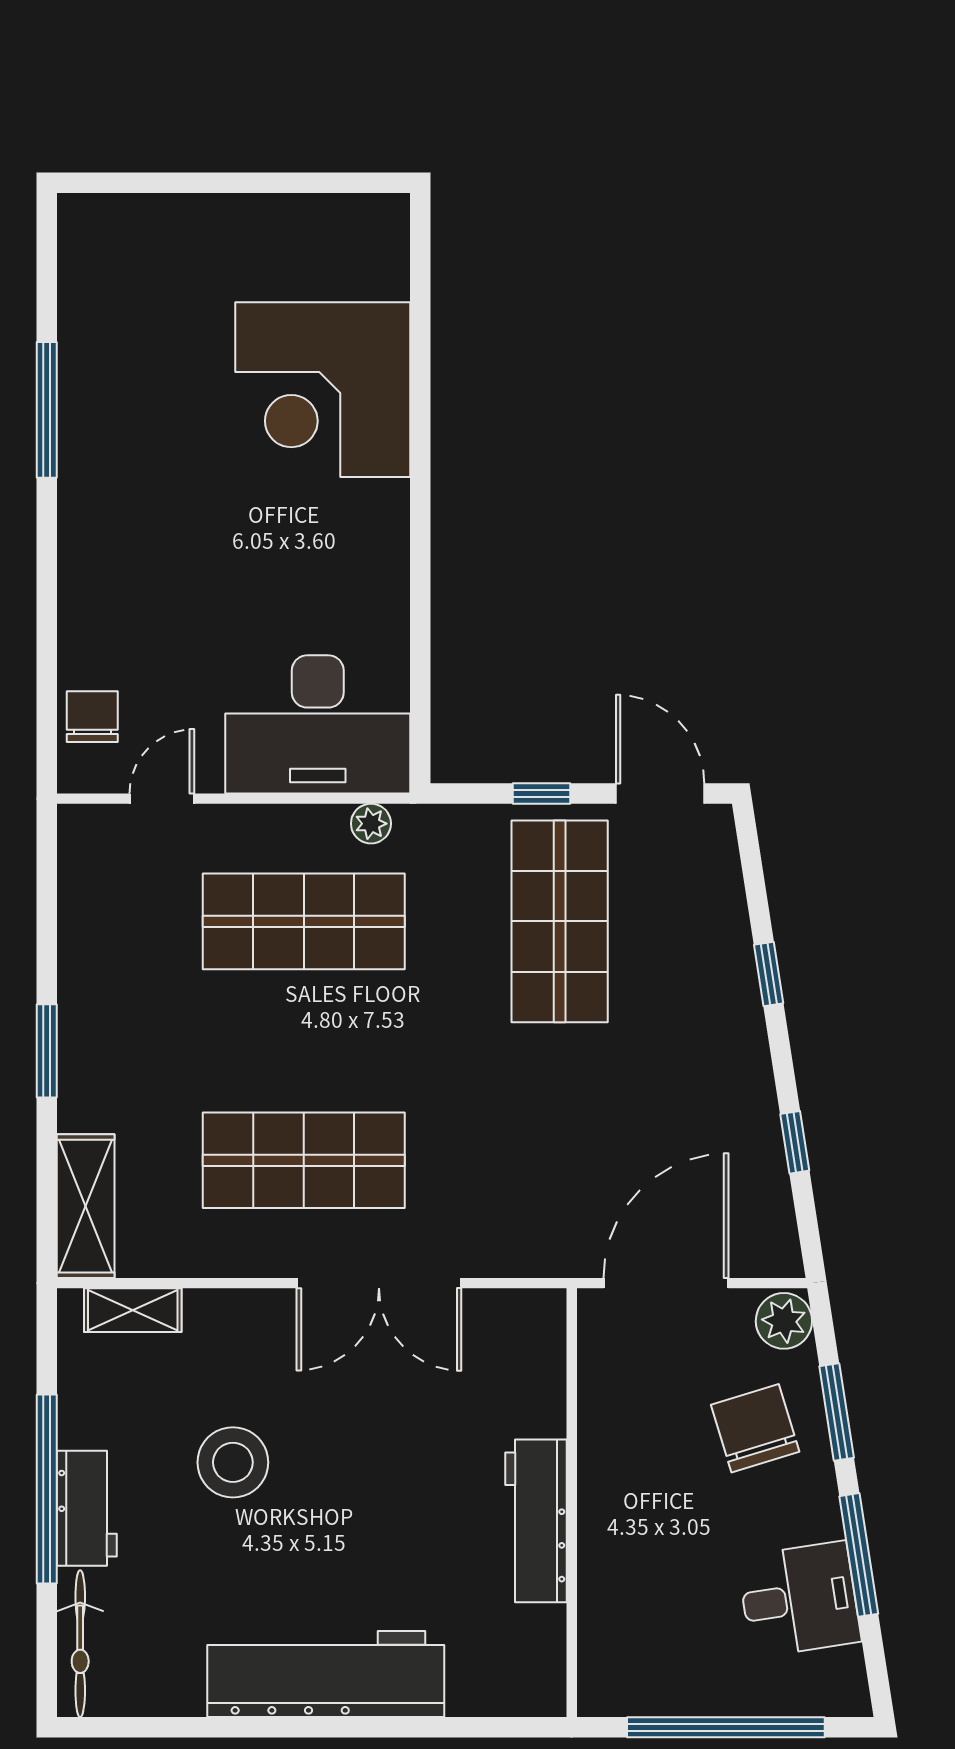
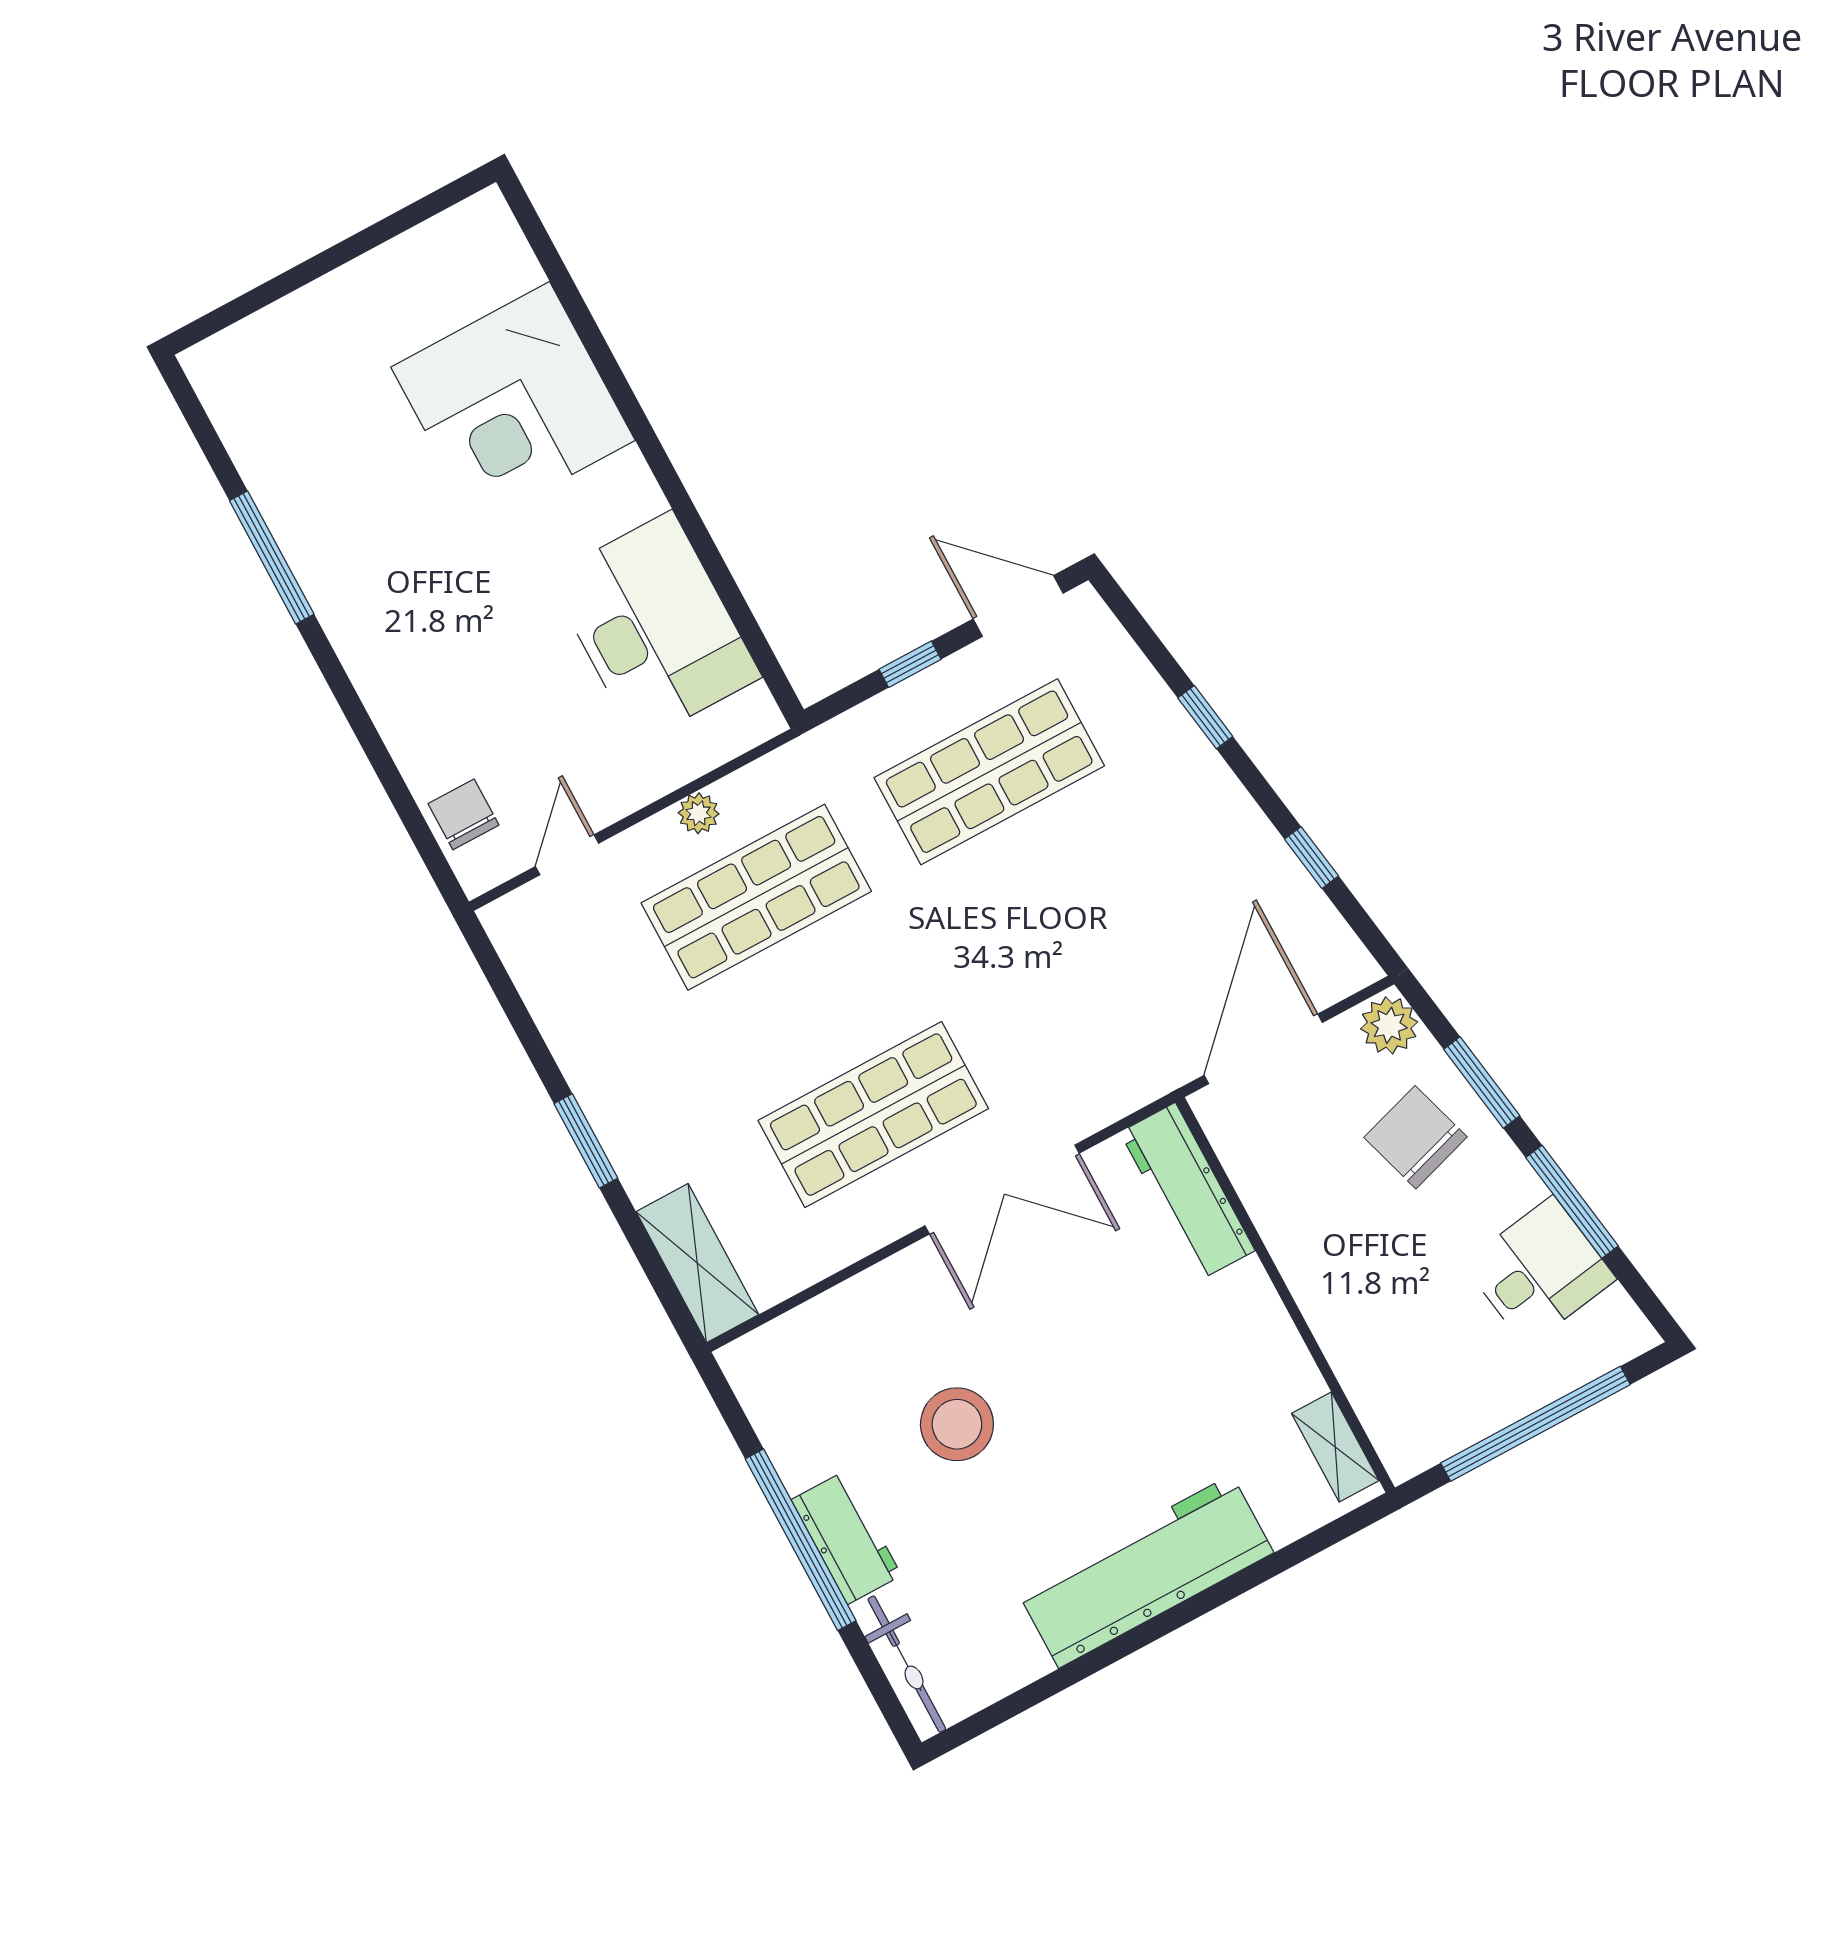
desk: (318, 724) -> (655, 627), moved, turned -90
plant: (371, 824) -> (699, 813), moved
shop shelf: (560, 921) -> (989, 772), turned 90
shelving: (133, 1310) -> (1335, 1447), moved, turned 90
workbench: (536, 1521) -> (1187, 1191), moved

